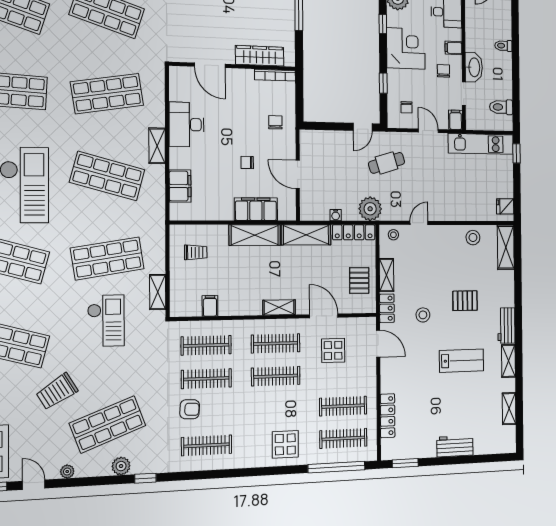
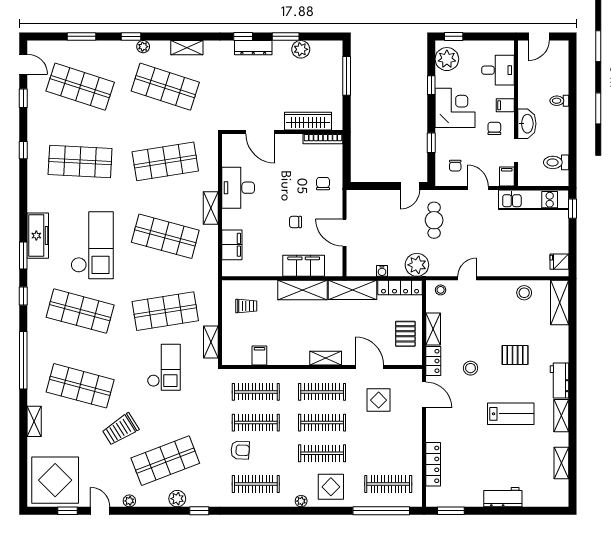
cafe table: (387, 163) -> (434, 220), turned -73
clothes rail: (343, 406) -> (322, 453), moved
plant: (255, 461) -> (301, 501), added

